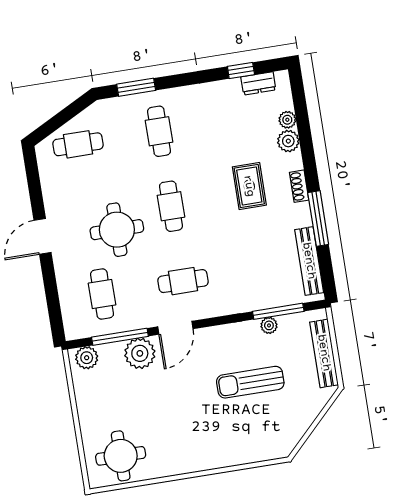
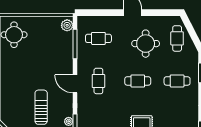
round table: (117, 230) -> (146, 44), moved
door: (175, 328) -> (75, 84), moved
plant: (140, 353) -> (65, 53), removed

